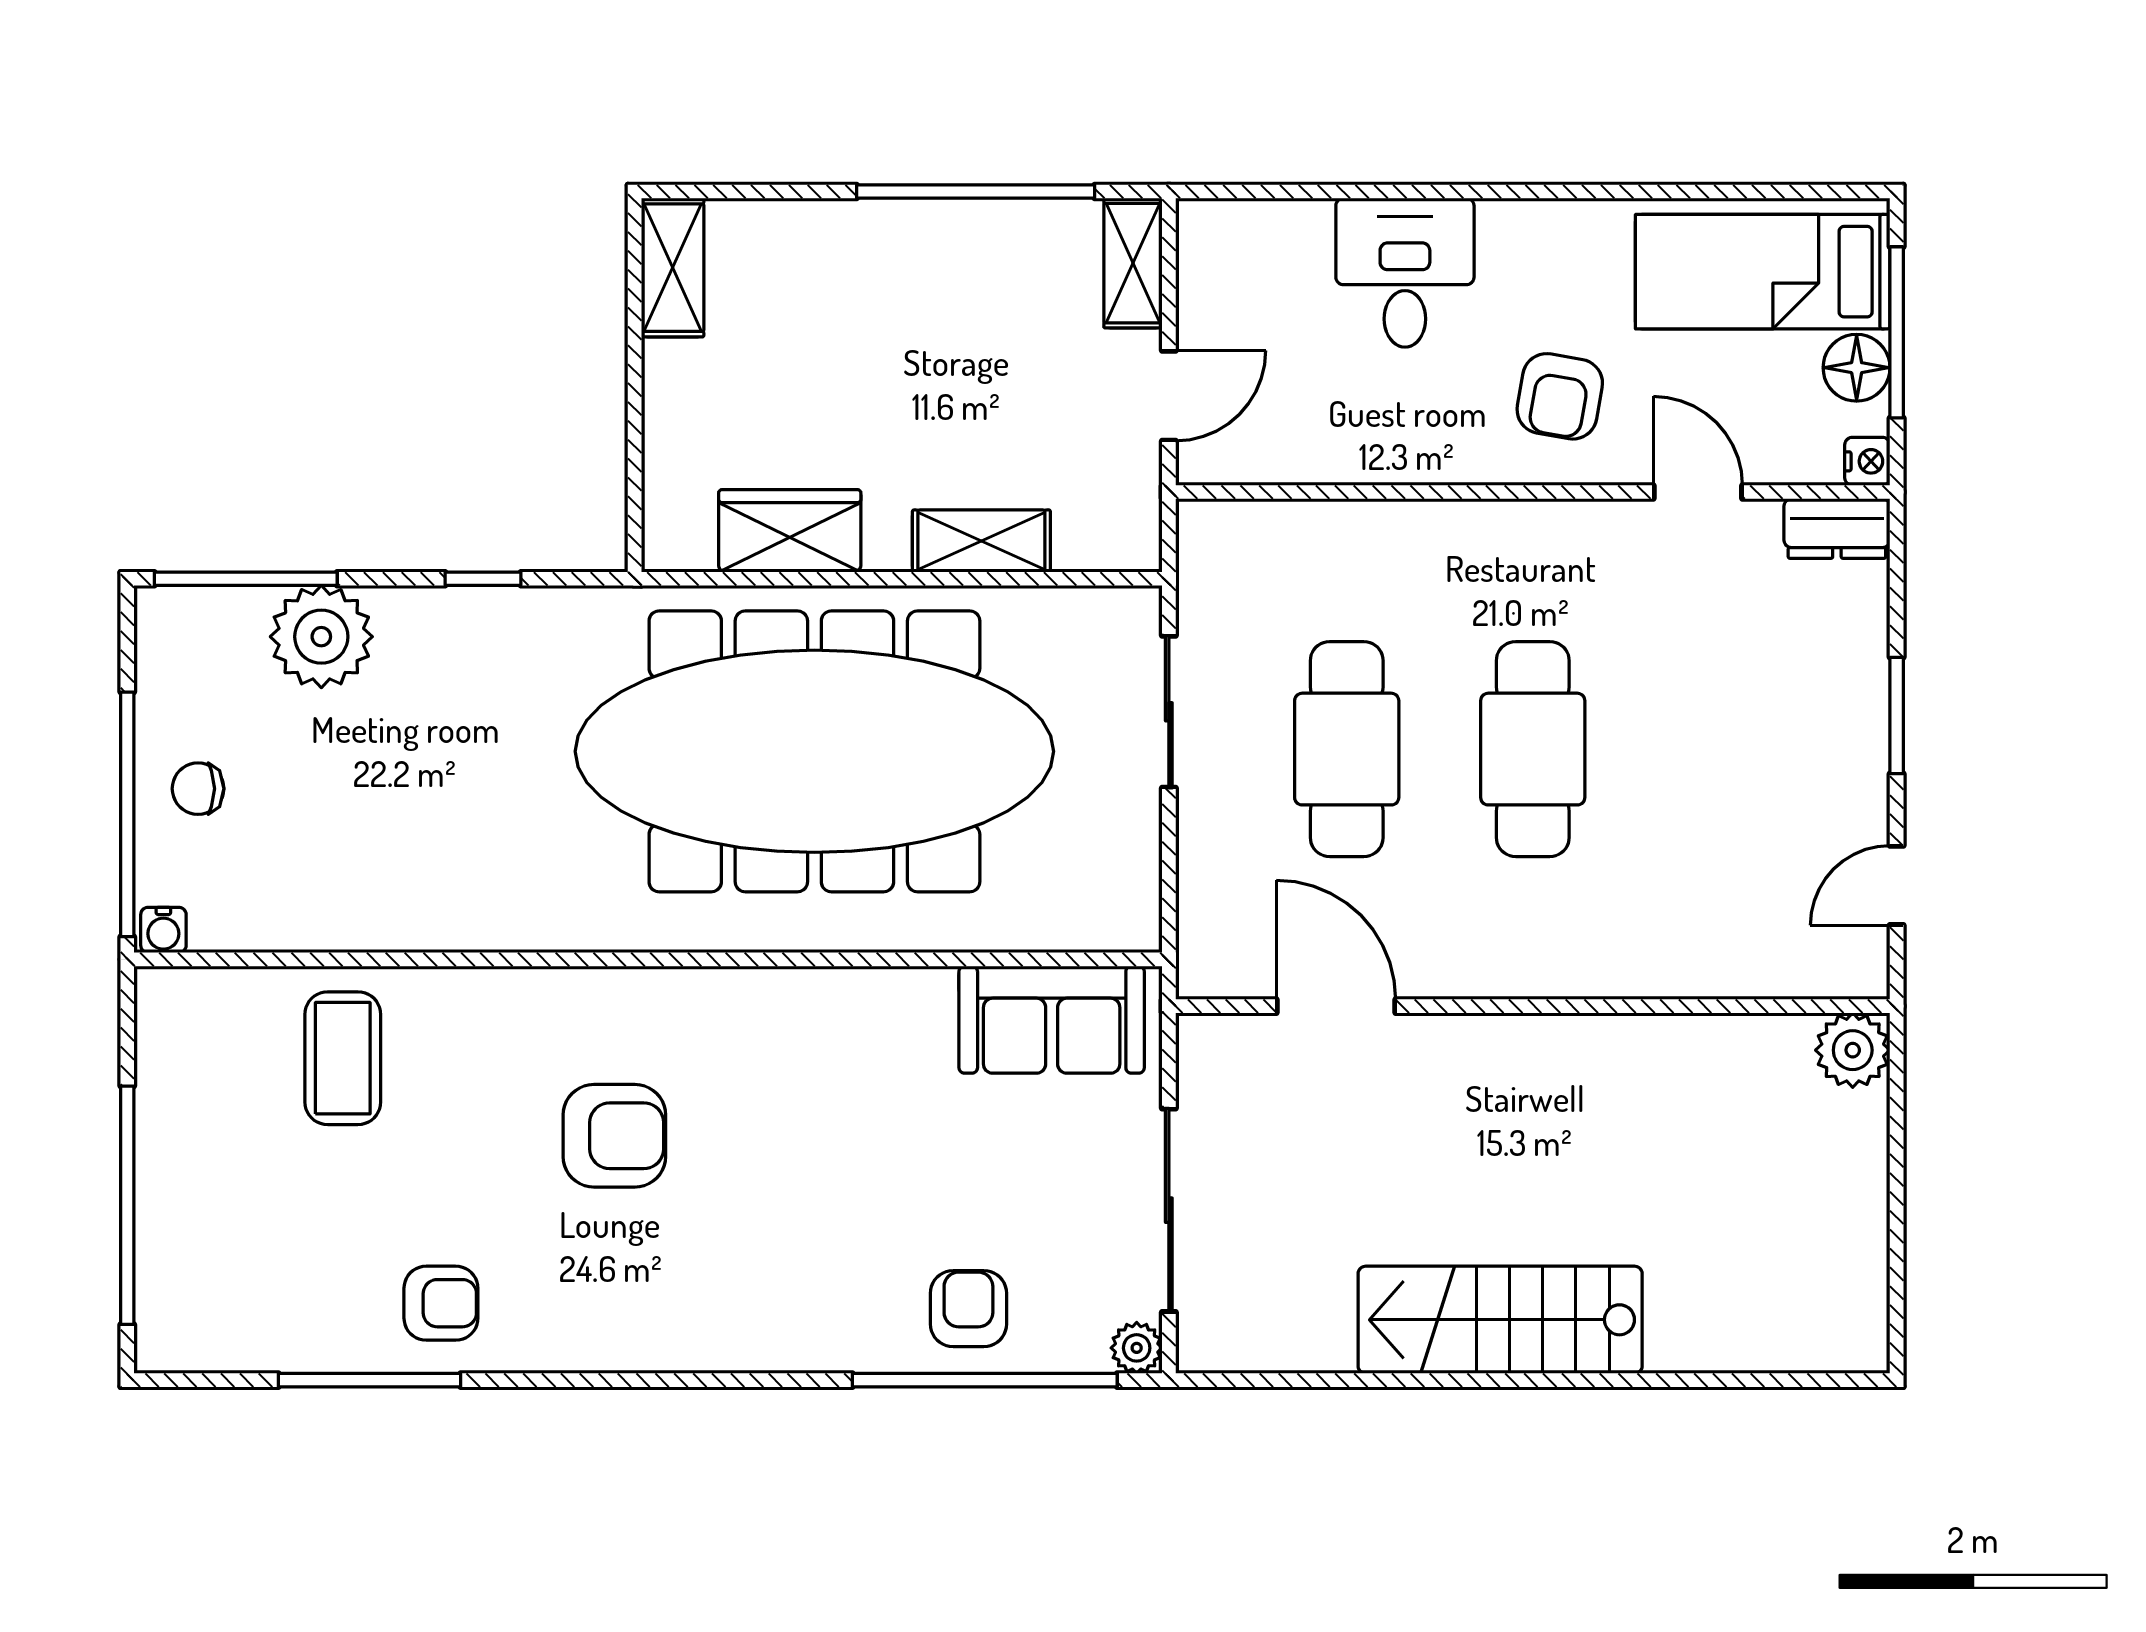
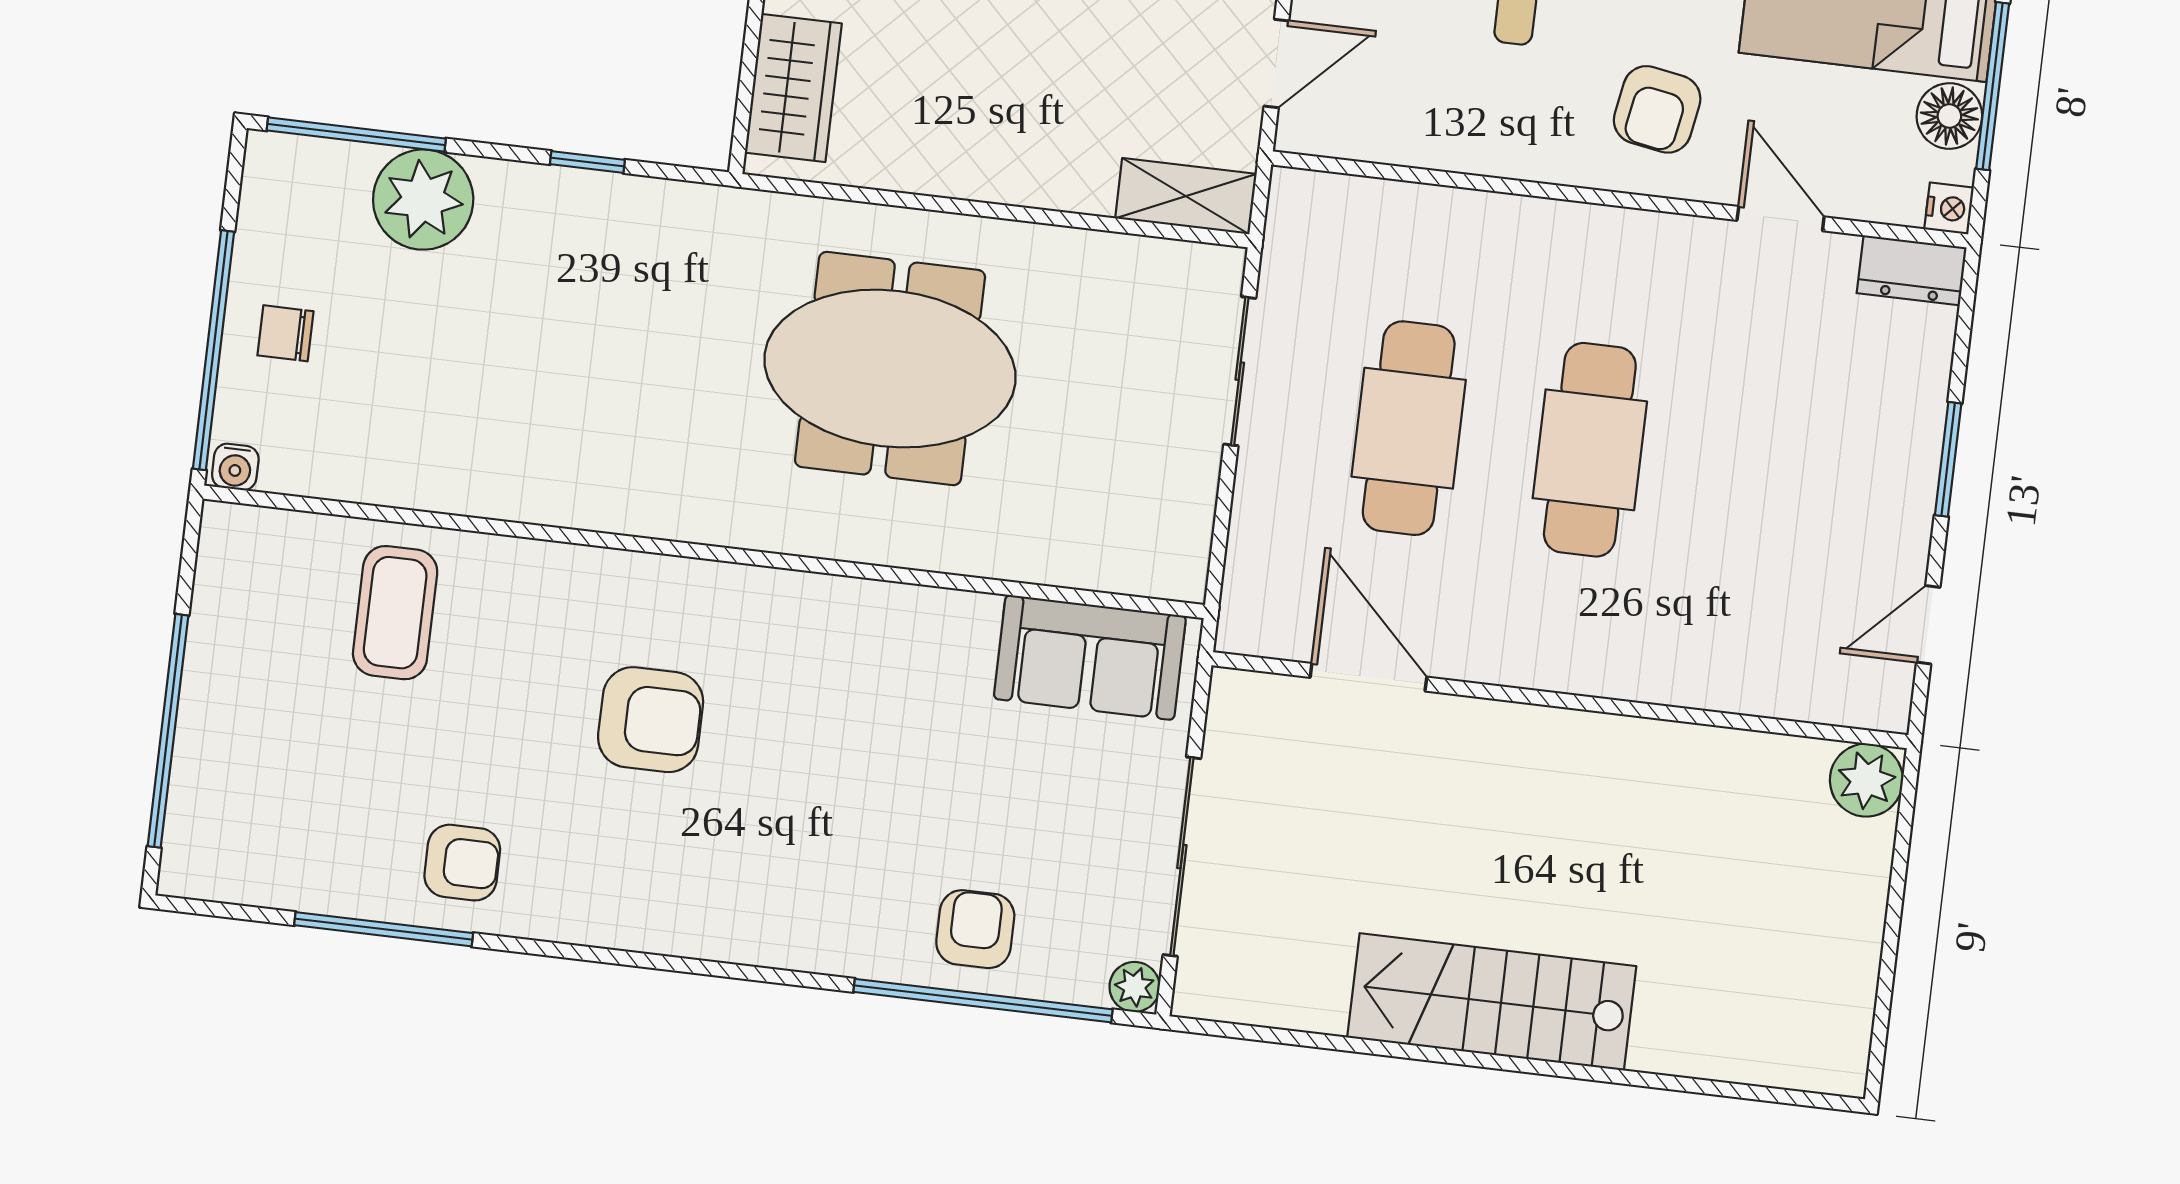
wardrobe: (790, 531) -> (793, 88), moved, turned 90
shelving: (981, 541) -> (1186, 196), moved
meeting table: (814, 751) -> (890, 369), width x0.54, depth x0.79

